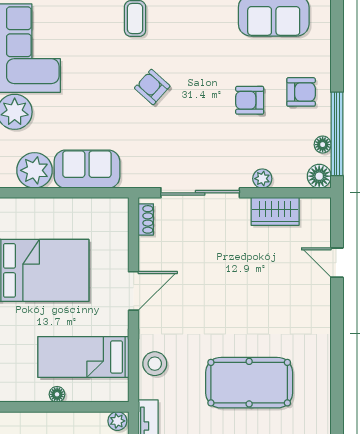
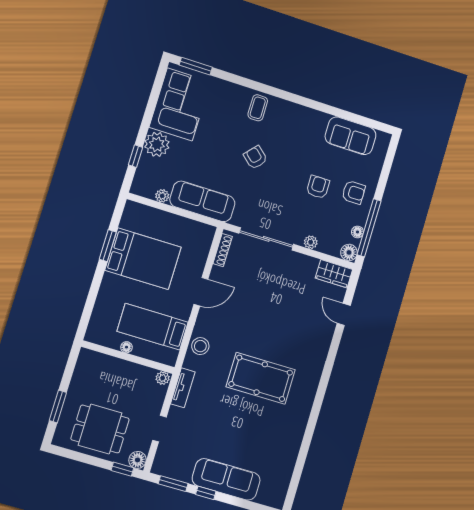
armchair: (250, 100) -> (318, 187), turned 90
sofa: (87, 169) -> (202, 201), width x1.36
plant: (35, 170) -> (162, 196), width x0.53, depth x0.53
wardrobe: (275, 211) -> (334, 274), moved
shoe rack: (146, 219) -> (223, 250), width x1.43

